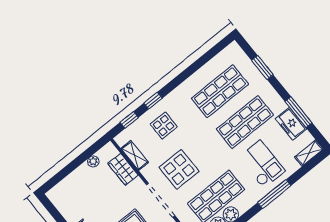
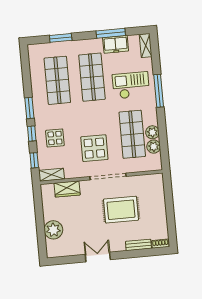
window: (176, 82) -> (29, 108), added
shelving: (135, 155) -> (51, 175), moved
plant: (93, 161) -> (53, 230), moved, width x1.88, depth x1.88

